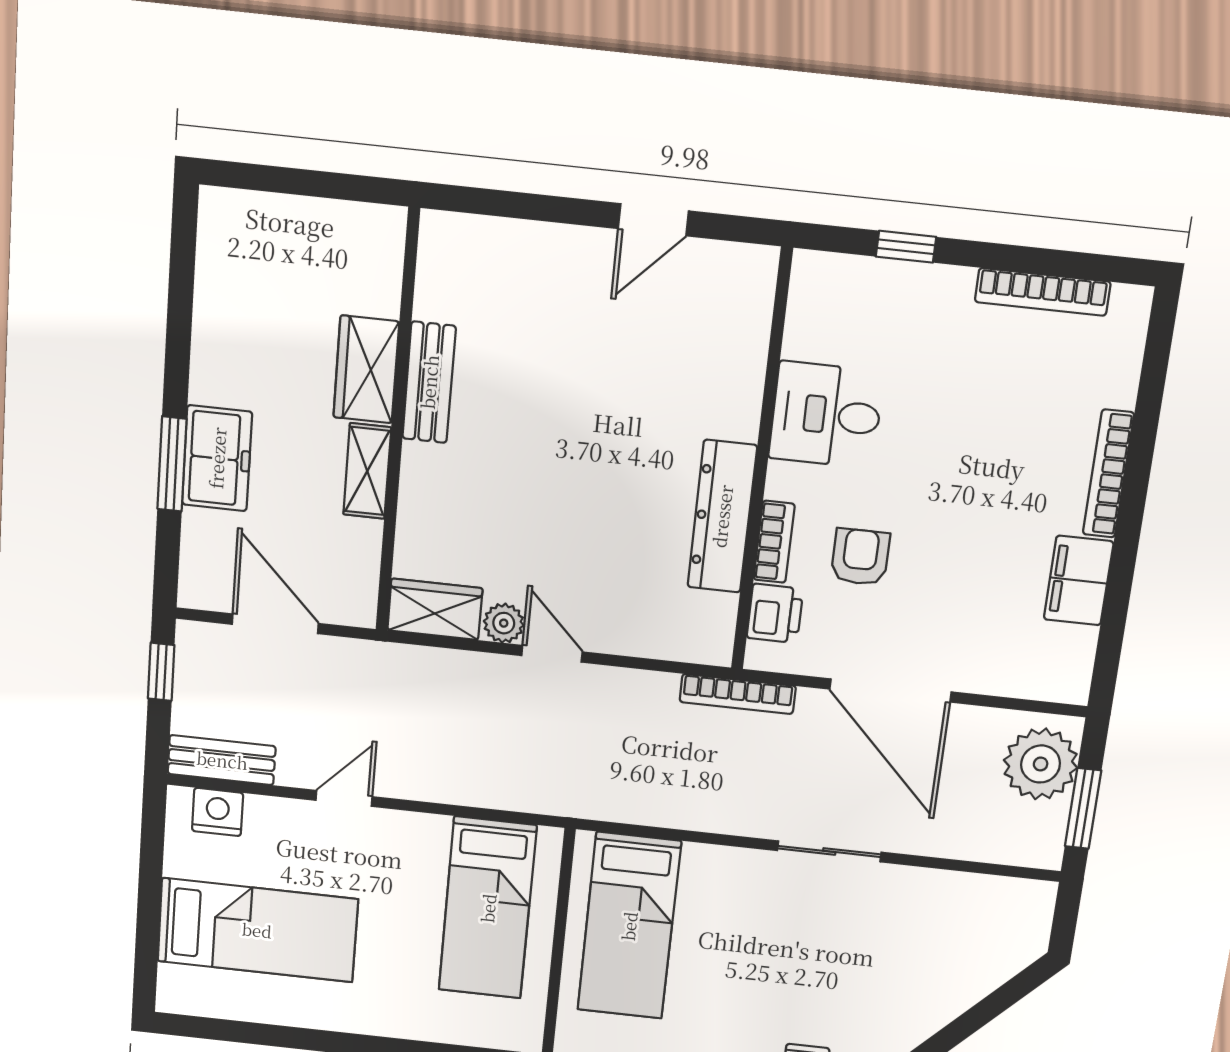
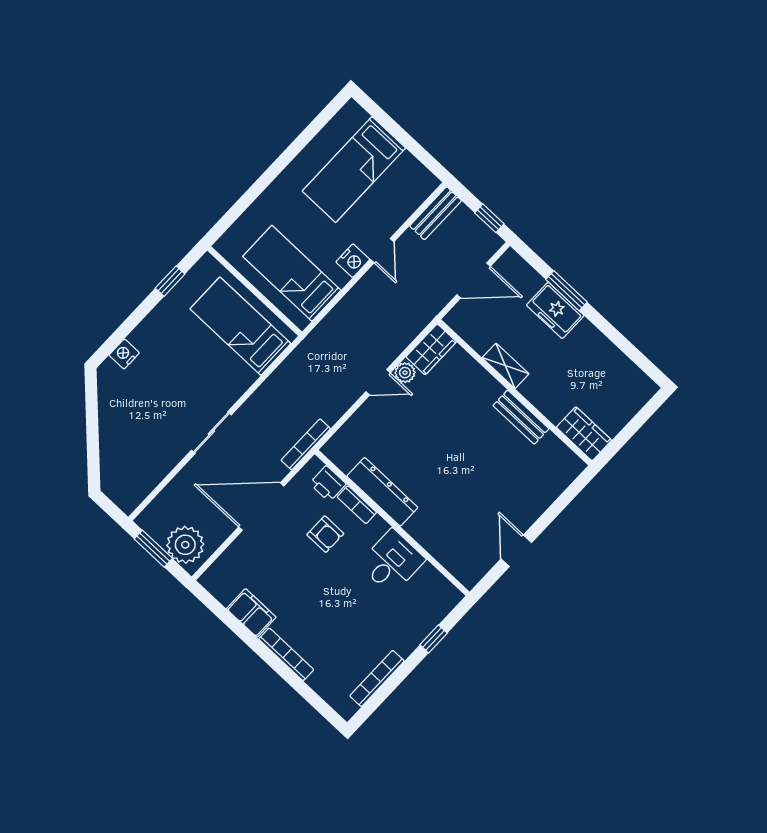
wardrobe: (366, 370) -> (584, 434), moved
nightstand: (218, 812) -> (353, 261), moved

